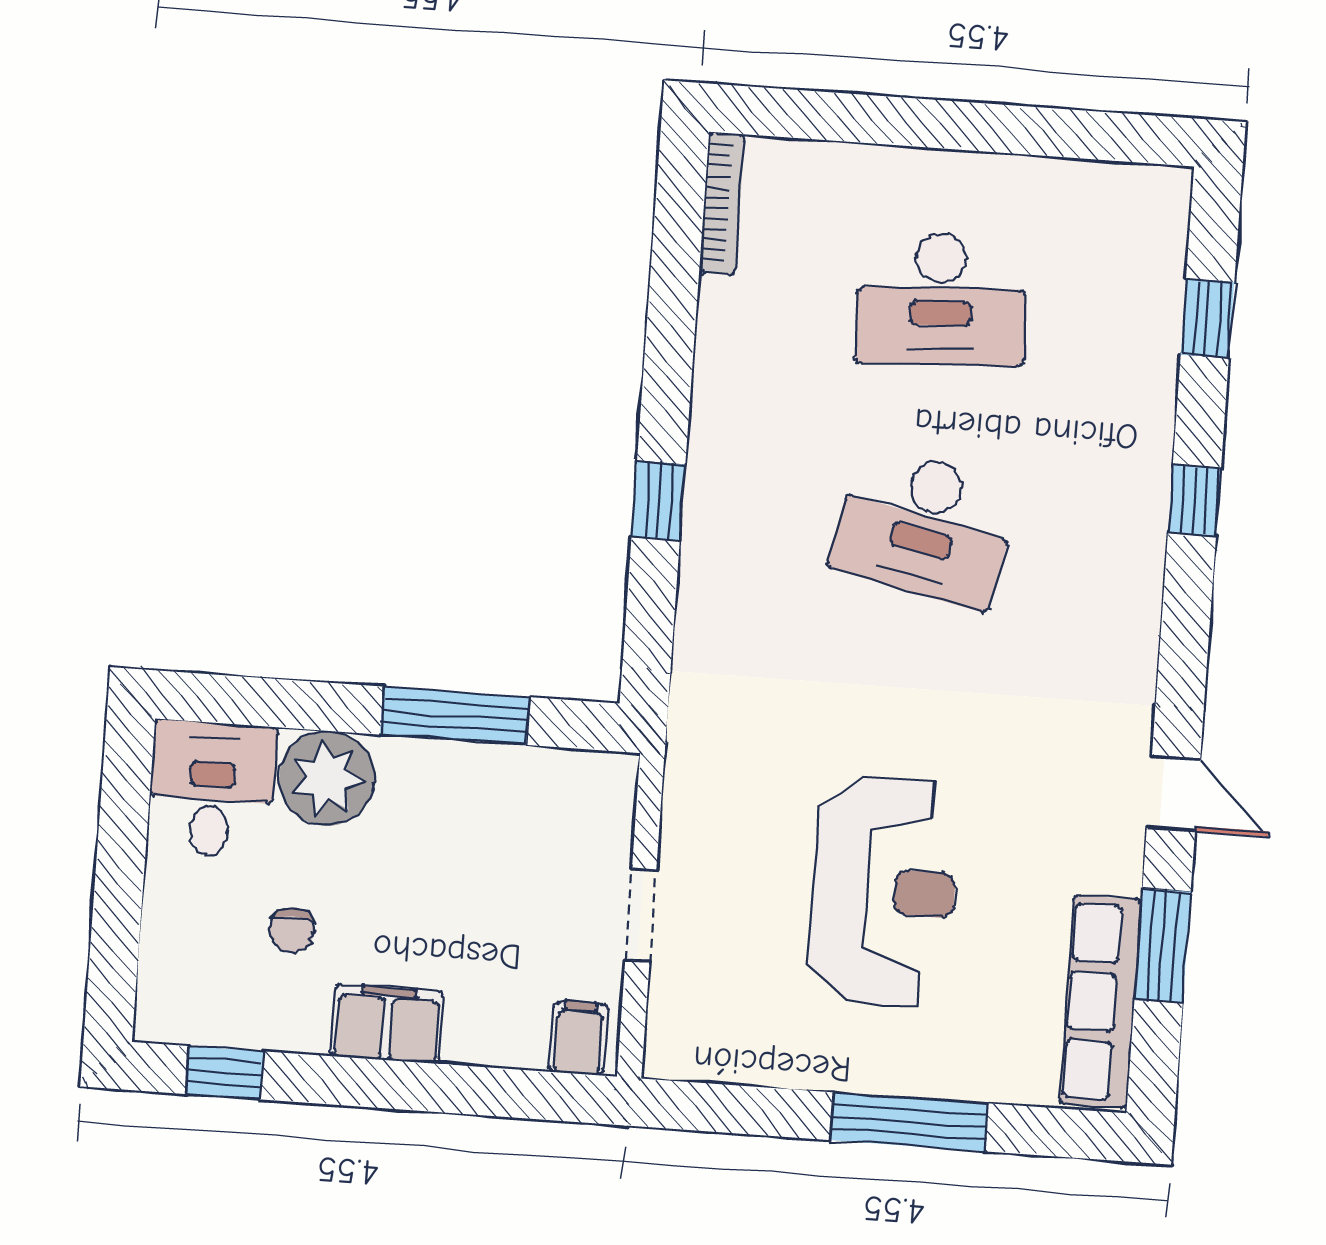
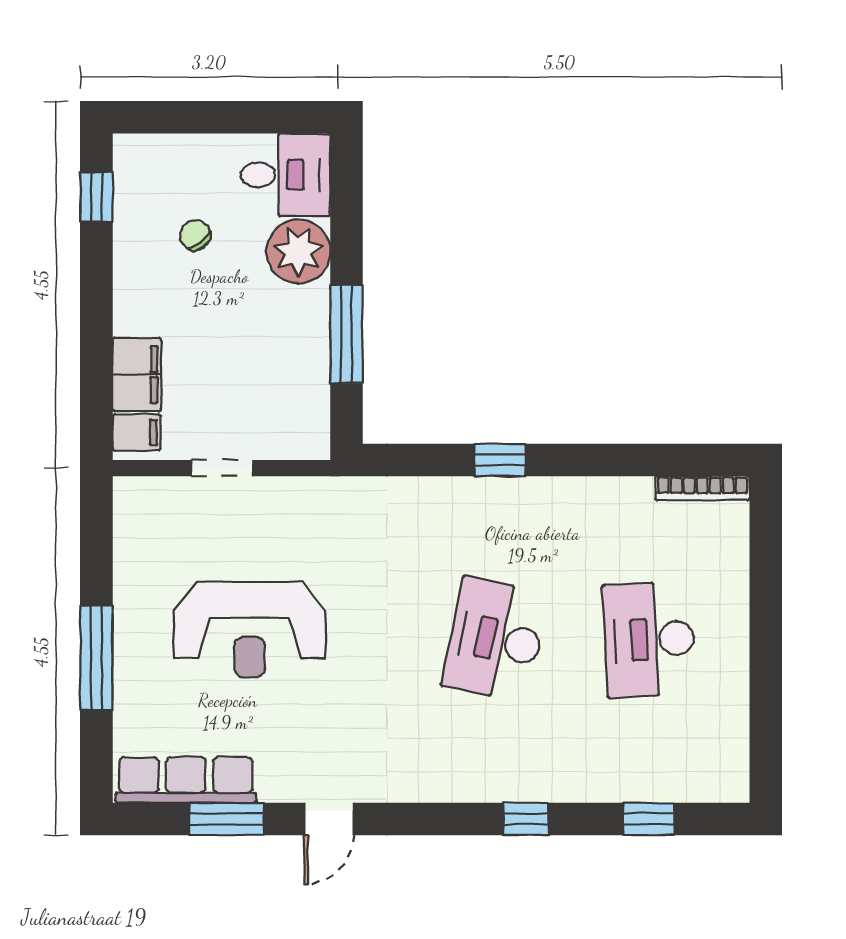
chair: (292, 930) -> (195, 235), turned 54
filing cabinet: (387, 1024) -> (137, 375), moved

